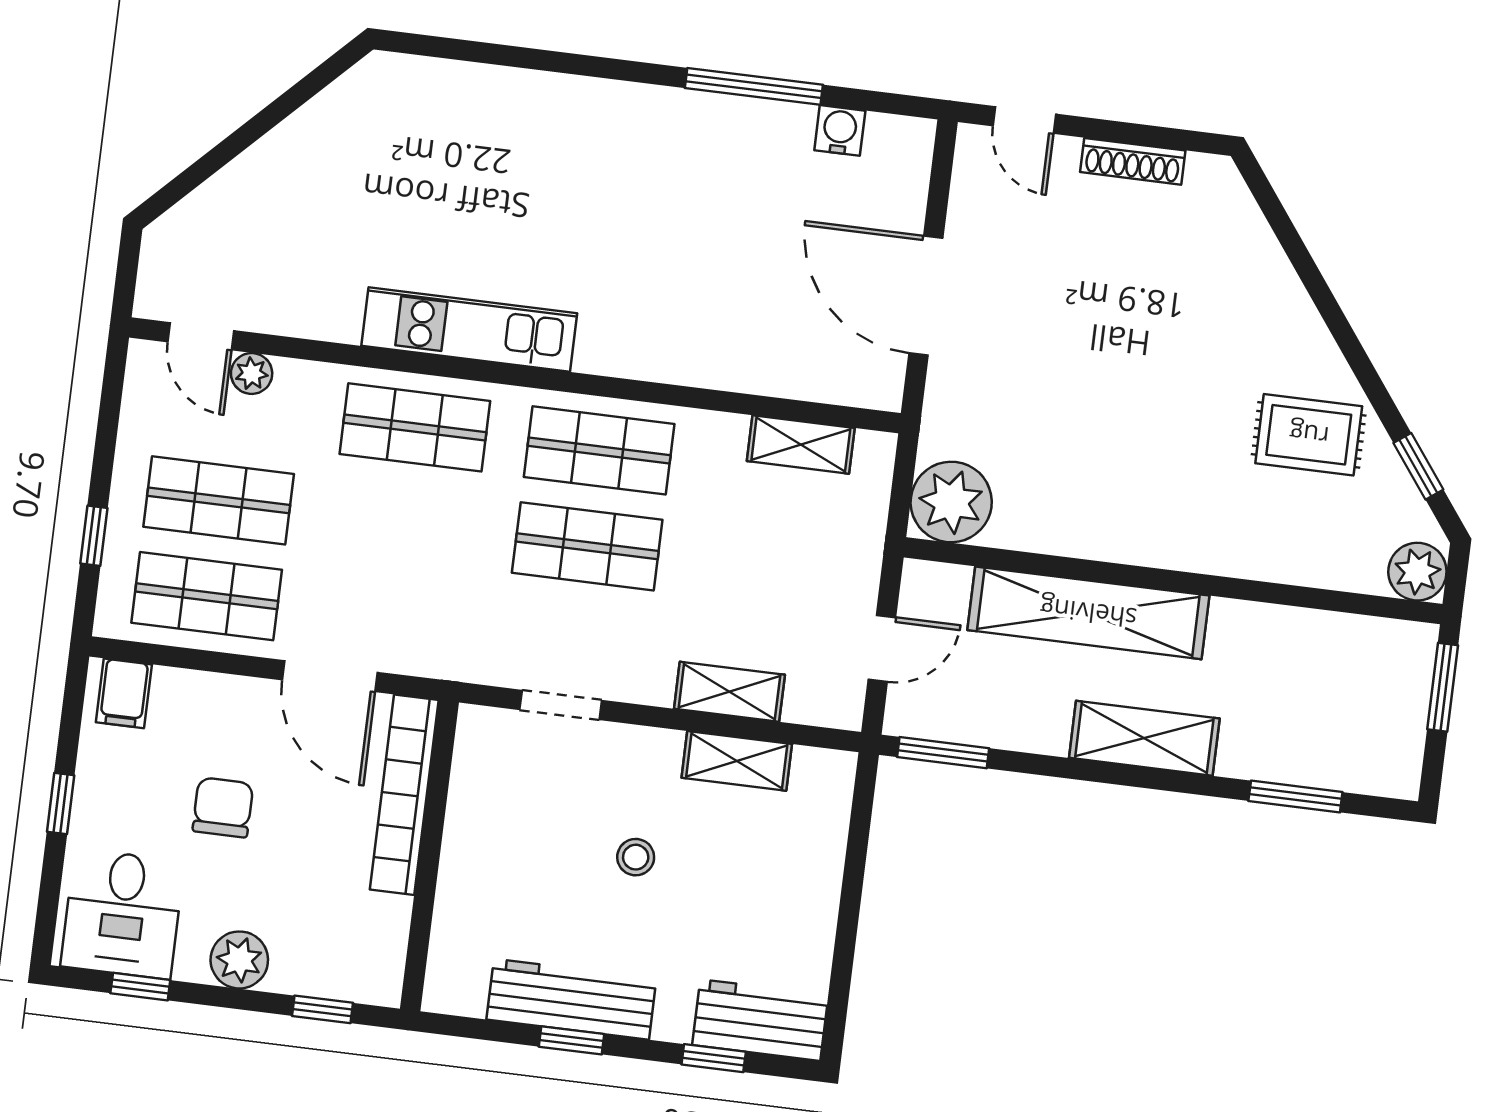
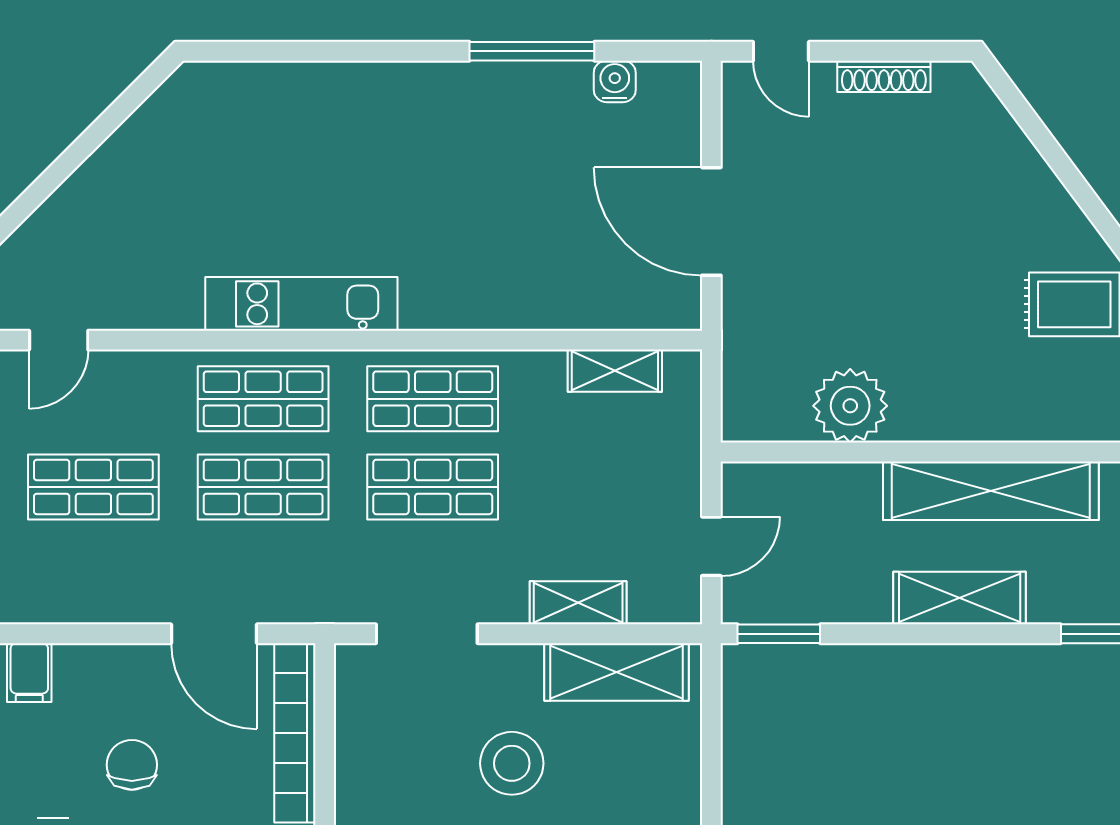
door: (201, 336) -> (59, 340), hinge flipped
plant: (252, 374) -> (109, 368), removed
plant: (951, 502) -> (850, 406), moved
shop shelf: (207, 596) -> (263, 487), moved
shelving: (1088, 613) -> (991, 491), moved
doorway: (561, 705) -> (427, 634), width x1.38
shelving: (737, 761) -> (617, 672), width x1.50, depth x1.33
stool: (636, 857) -> (512, 763), width x1.89, depth x1.89

